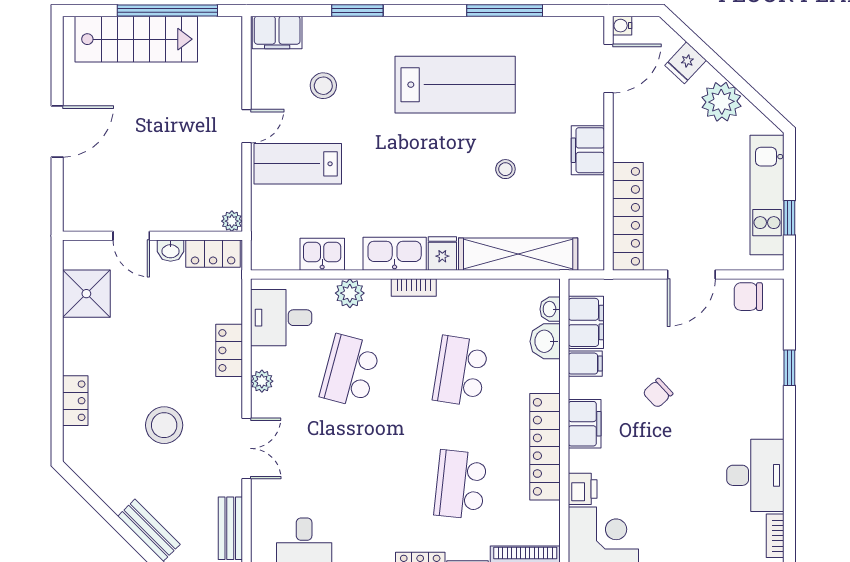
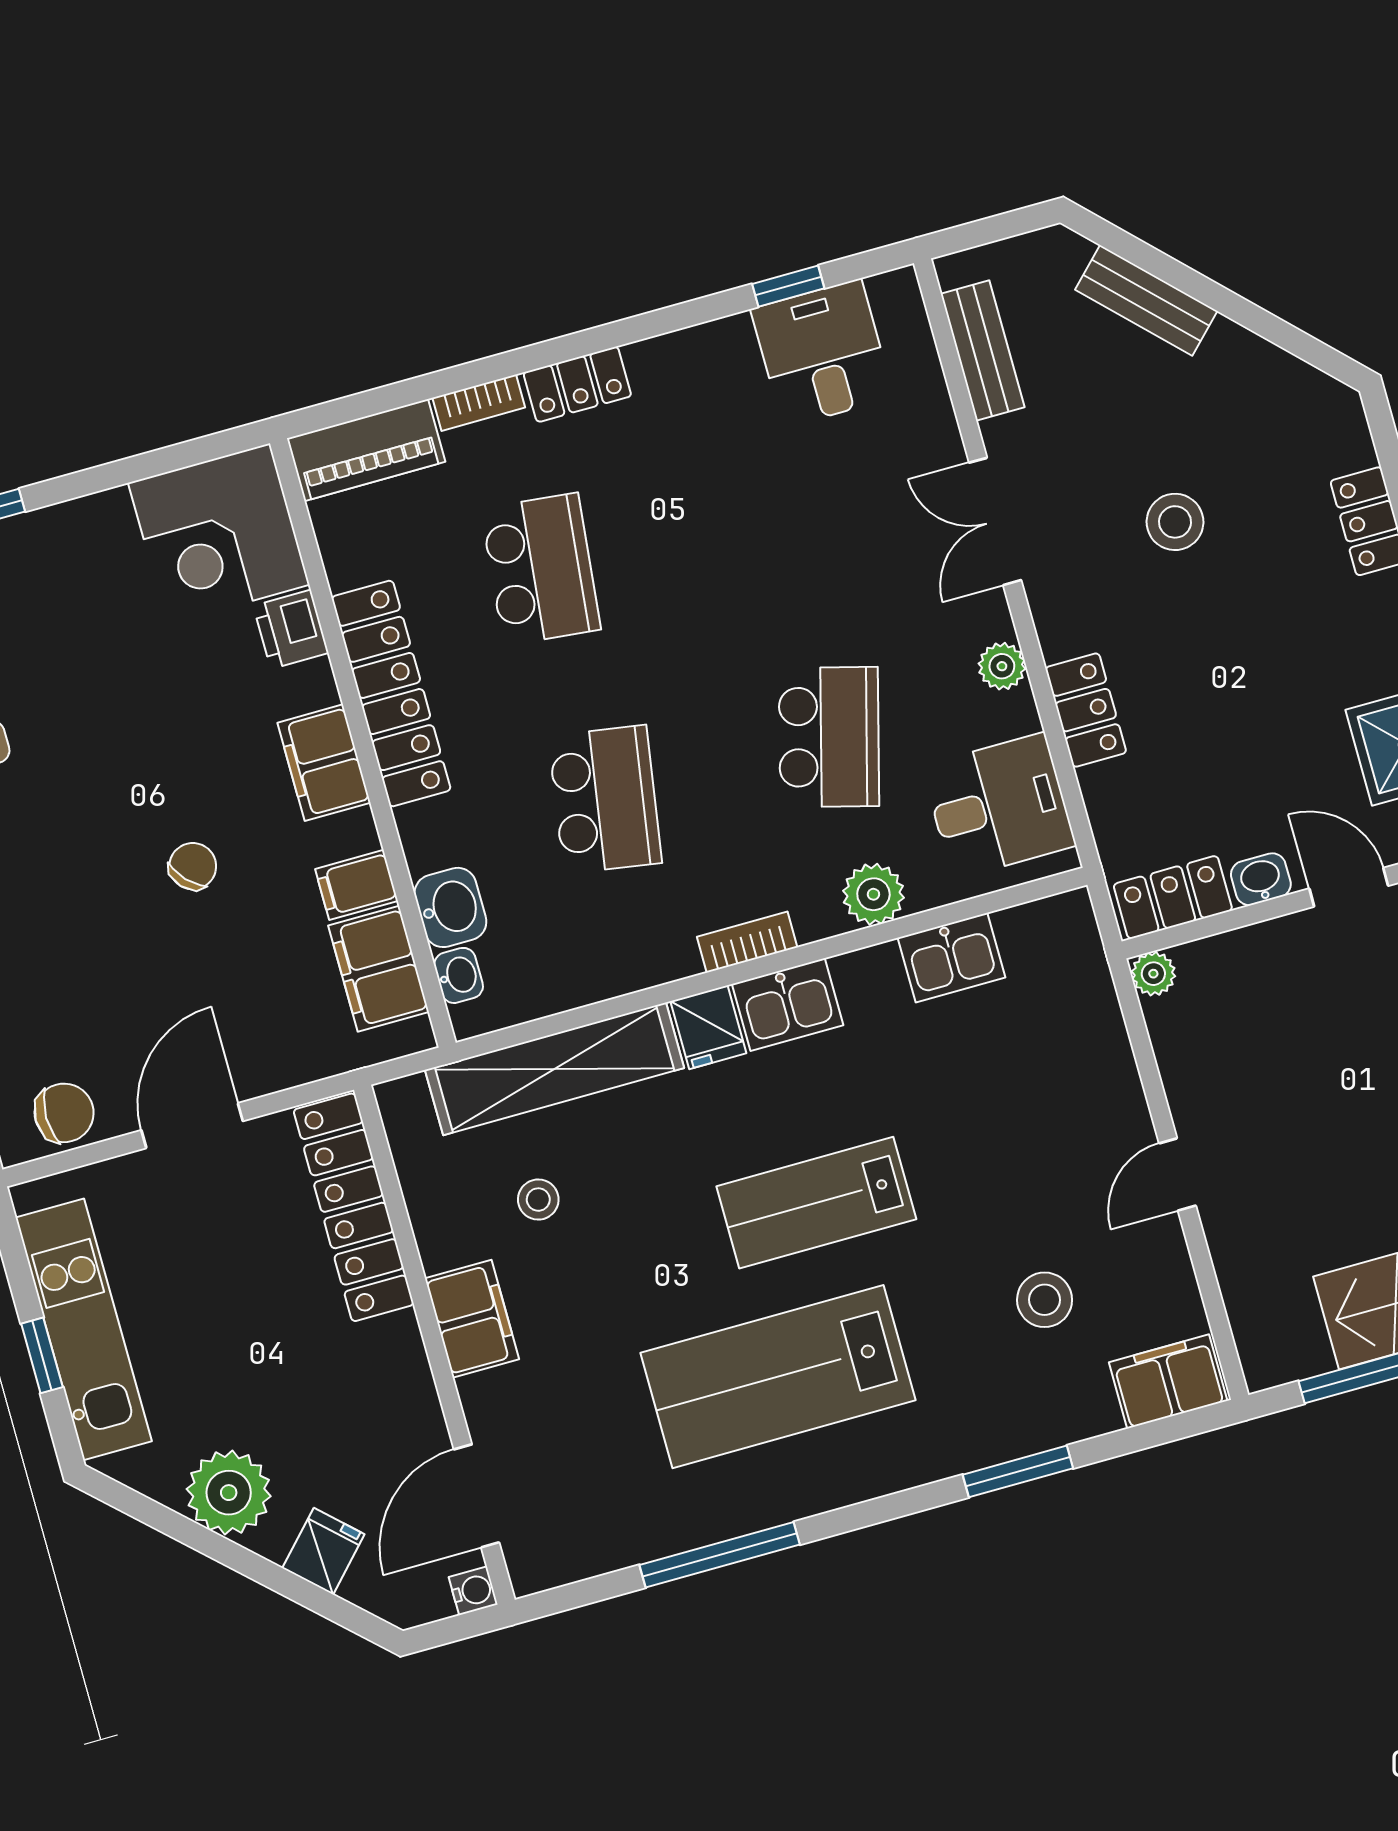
lab bench: (298, 164) -> (816, 1203), moved, turned 180
stool: (505, 169) -> (538, 1200), moved
window: (789, 218) -> (42, 1355), moved
kitchen sink: (395, 254) -> (788, 1005), width x0.73
stool: (164, 425) -> (1175, 522), width x0.73, depth x0.73

